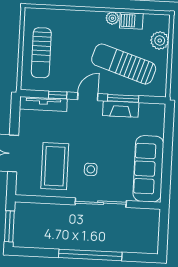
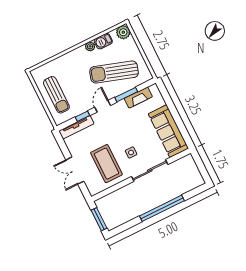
plant: (160, 40) -> (123, 32), moved
fireplace: (121, 109) -> (138, 98), moved

